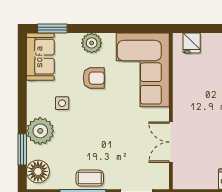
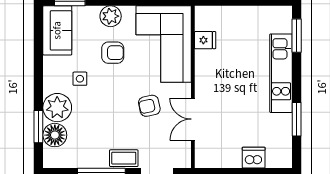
fridge: (192, 43) -> (205, 40), moved, turned -90
armchair: (129, 129) -> (149, 106), added
floor lamp: (38, 171) -> (55, 135), moved
coffee table: (90, 178) -> (124, 158), moved

